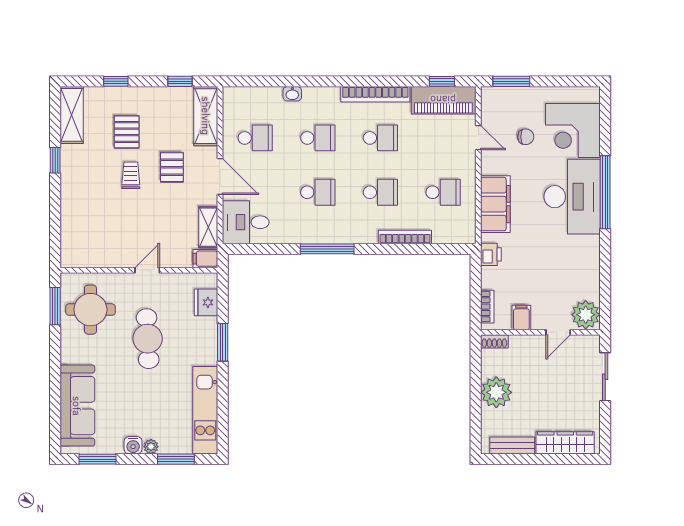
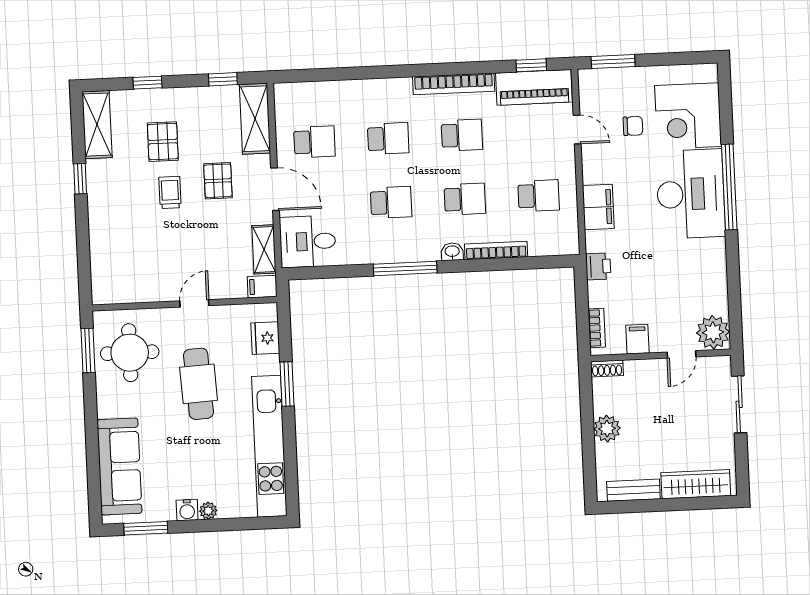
washbasin: (292, 94) -> (452, 252), moved, turned 180
filing cabinet: (495, 204) -> (598, 207), width x0.67, depth x0.86
plant: (496, 392) -> (607, 429), width x0.73, depth x0.73
kitchen unit: (205, 410) -> (269, 446), width x1.36
window: (176, 459) -> (238, 524), removed

